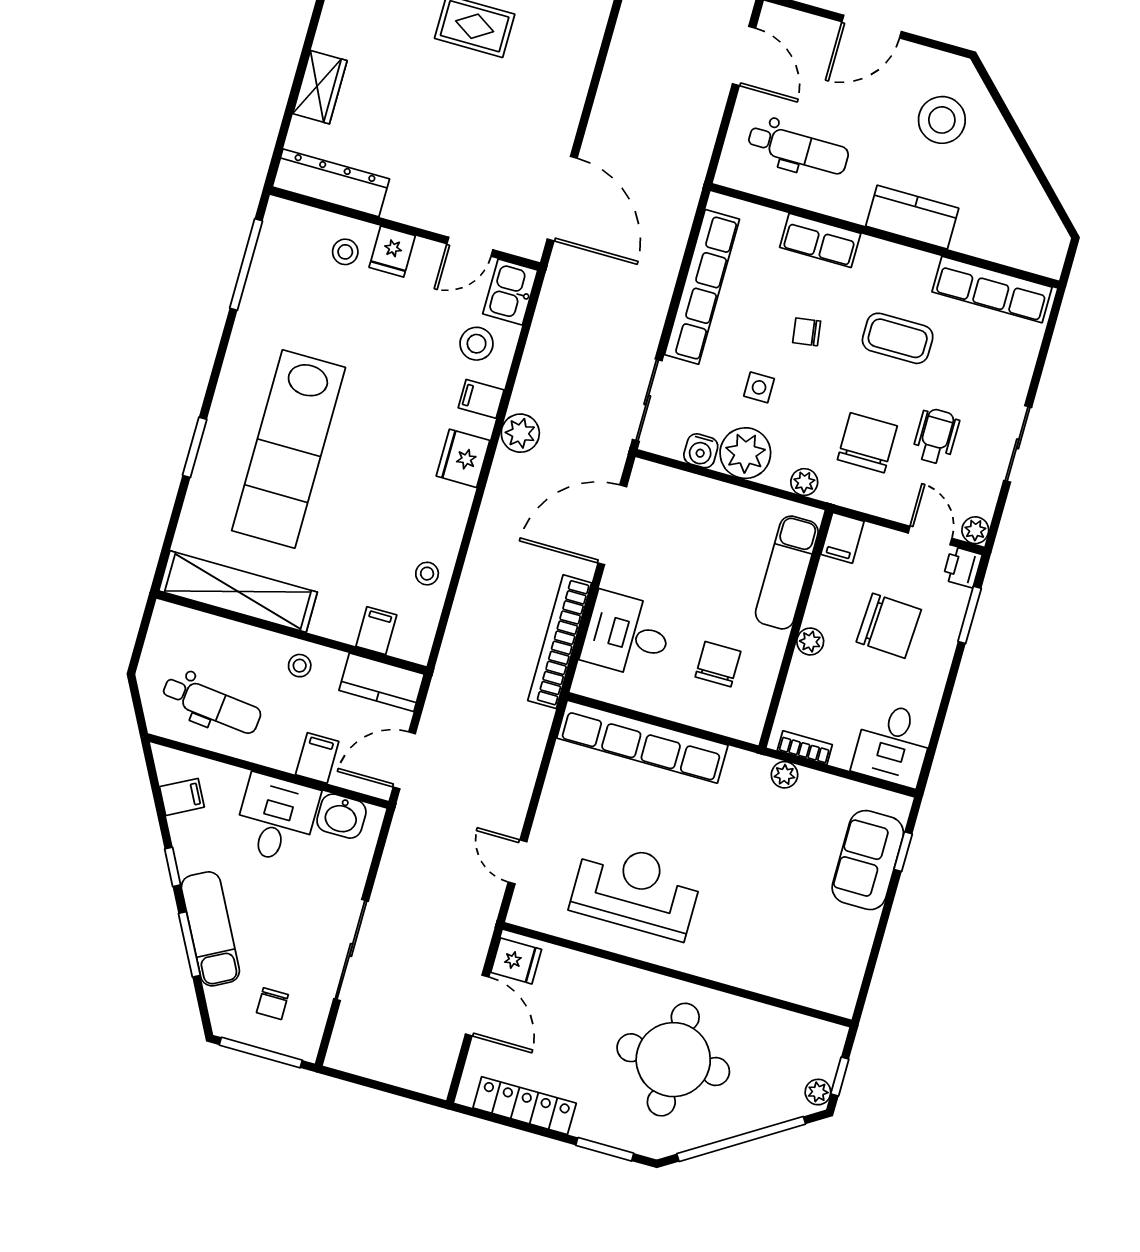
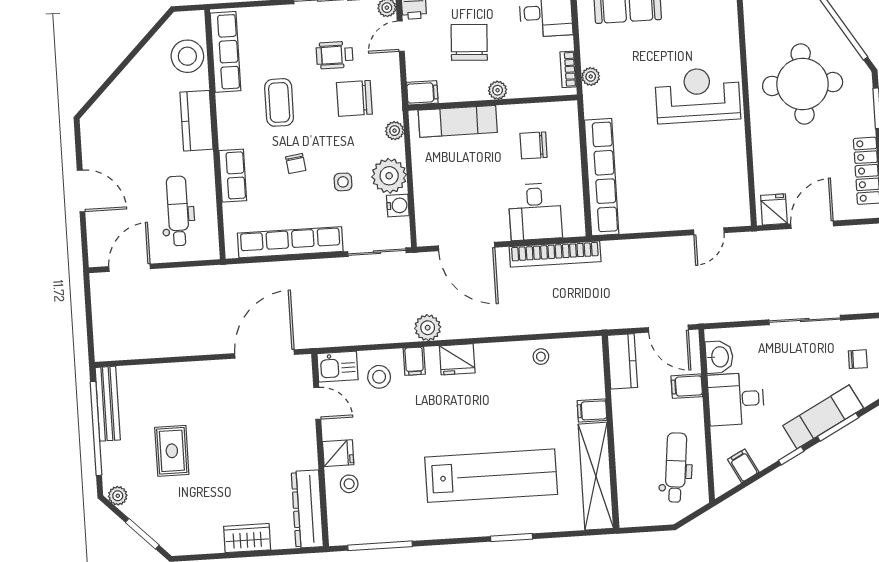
stool: (942, 120) -> (187, 56), moved
filing cabinet: (376, 631) -> (592, 411), moved
stool: (300, 666) -> (630, 419), removed
reception desk: (636, 890) -> (698, 95), moved, turned 90

